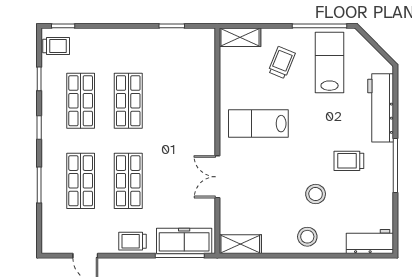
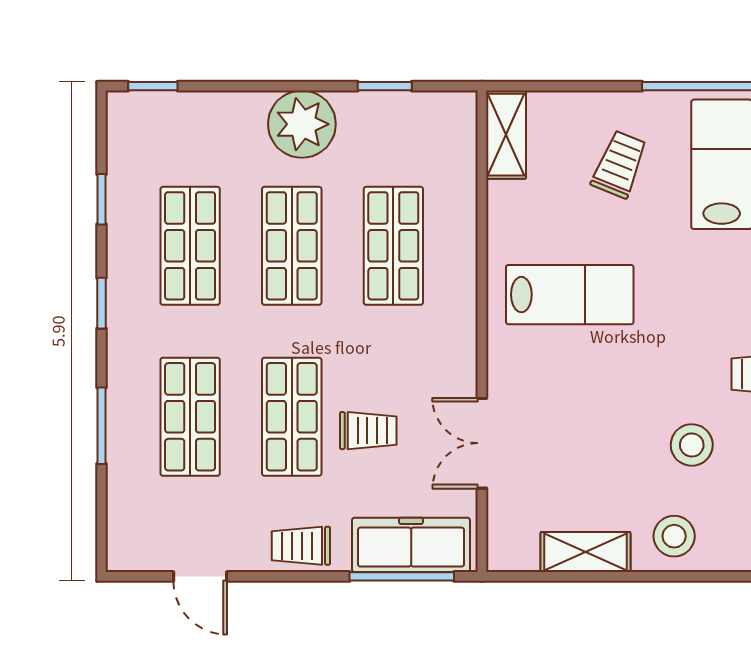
shelving: (240, 37) -> (506, 135), moved, turned 90
plant: (133, 44) -> (302, 124), added
trolley: (56, 46) -> (368, 431), moved
shop shelf: (176, 101) -> (393, 246), added
lab bench: (258, 124) -> (570, 295), turned 180
double door: (217, 177) -> (482, 443), moved
shelving: (240, 244) -> (585, 552), moved

